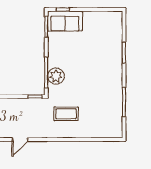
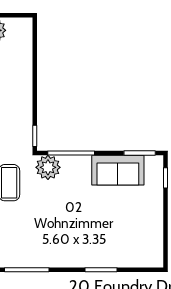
sofa: (65, 21) -> (118, 170), moved, turned -90
plant: (56, 76) -> (48, 167), moved

